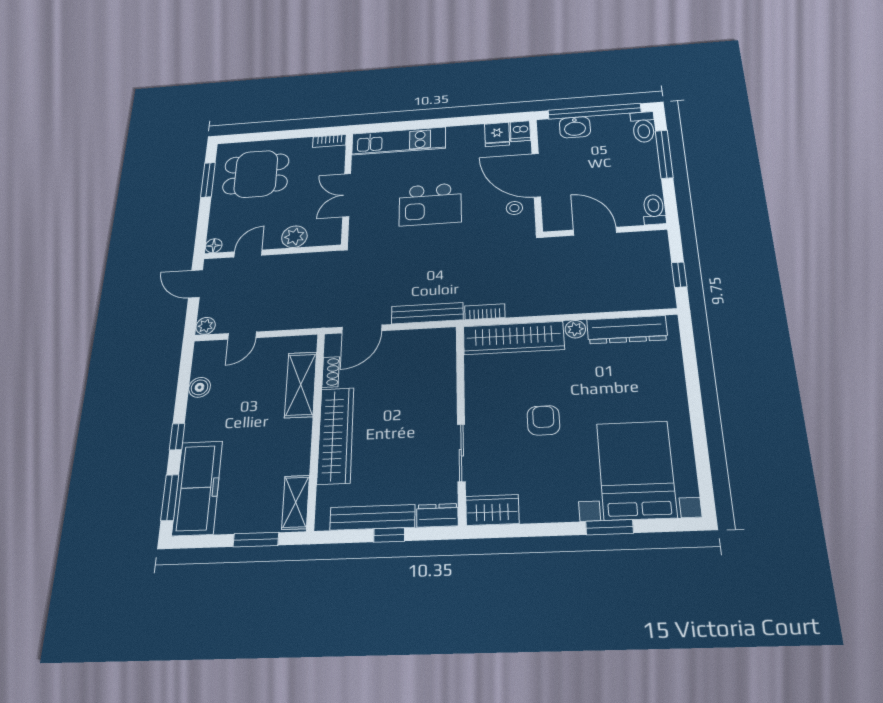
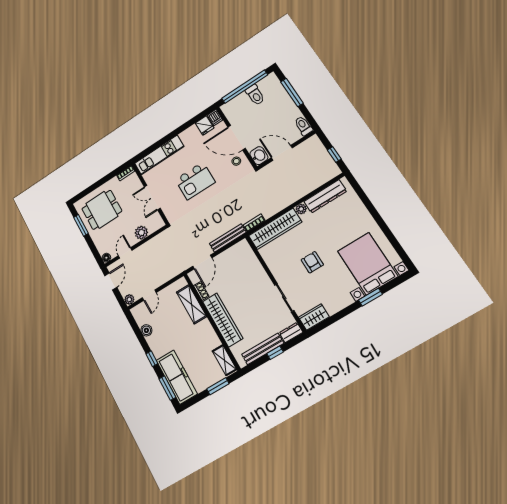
washbasin: (575, 127) -> (259, 156), moved, turned -90
toilet: (643, 127) -> (255, 95), moved
door: (195, 284) -> (111, 281), swing flipped

